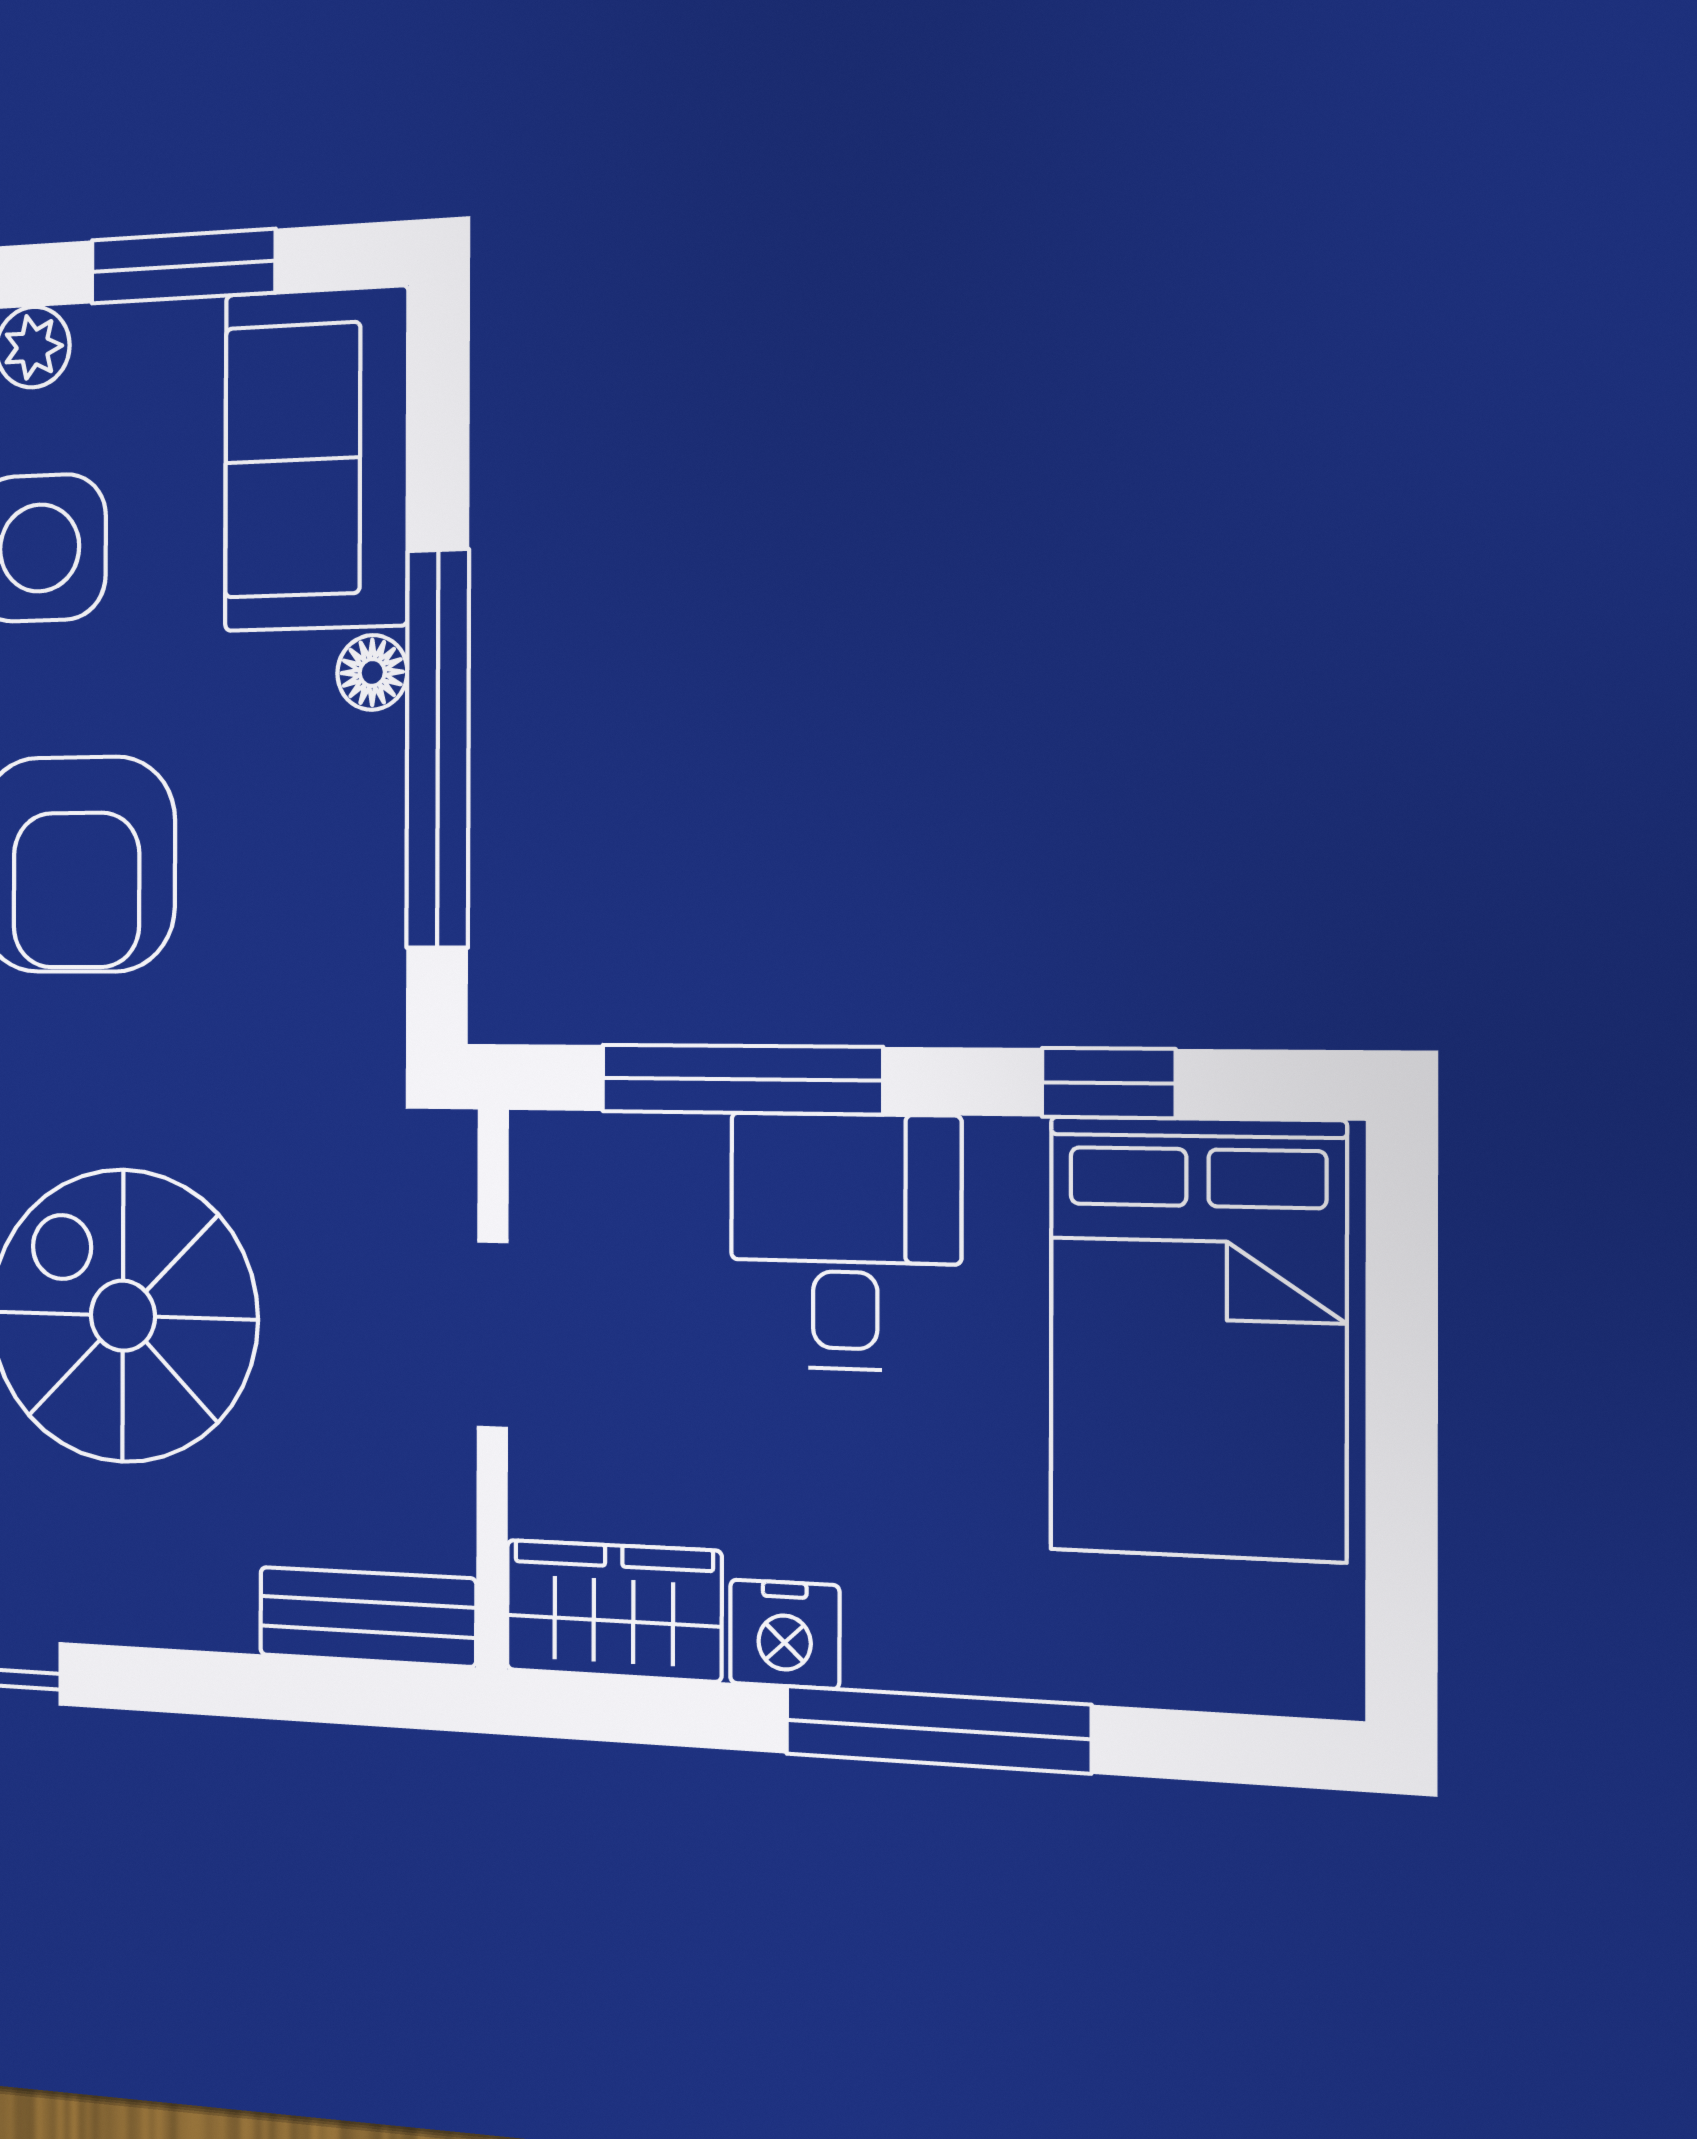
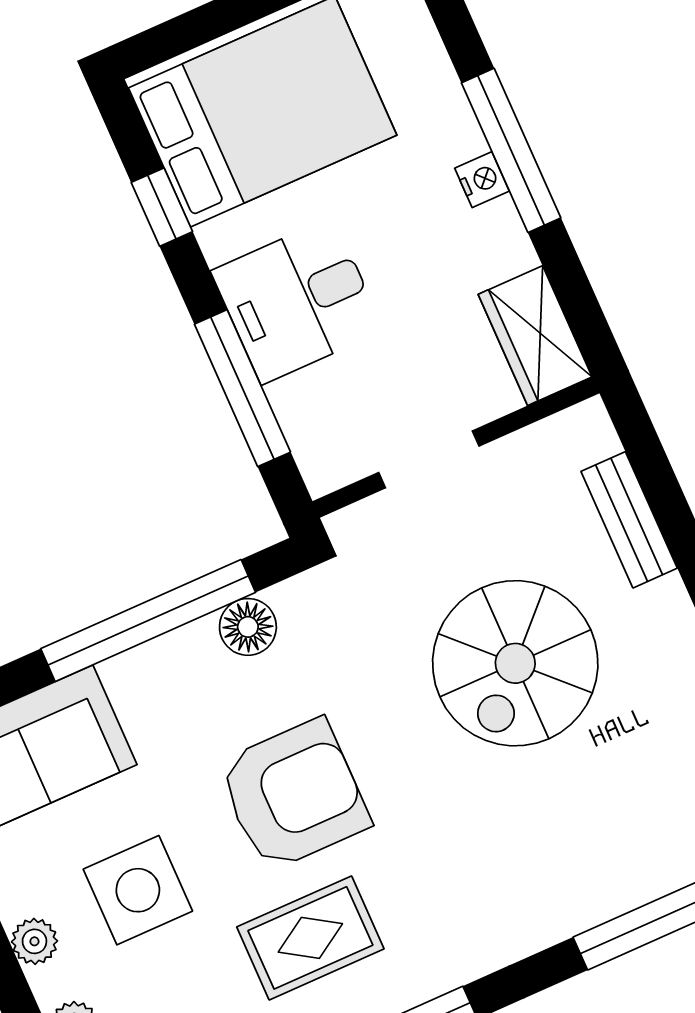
floor lamp: (372, 672) -> (248, 627), moved, width x1.37, depth x1.37
bench: (367, 1617) -> (629, 520), moved
nightstand: (785, 1634) -> (482, 180), moved, width x0.72, depth x0.74

